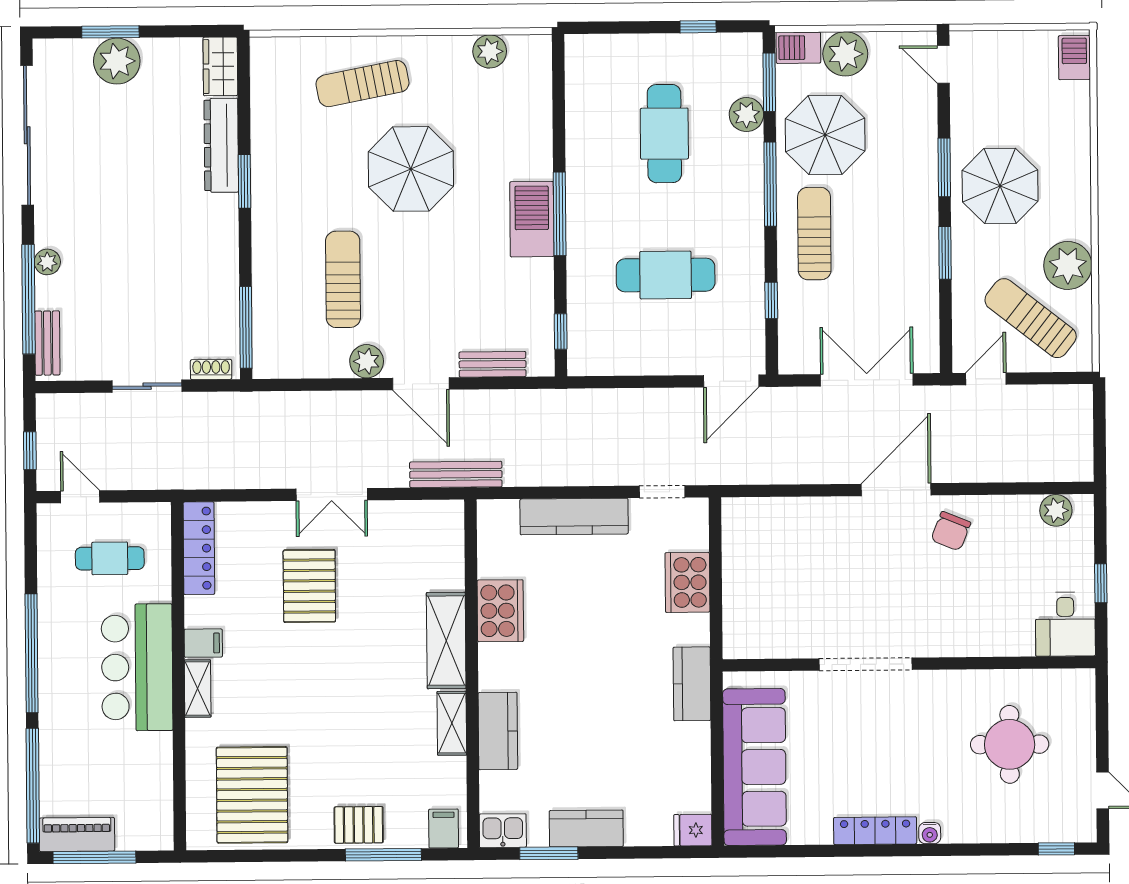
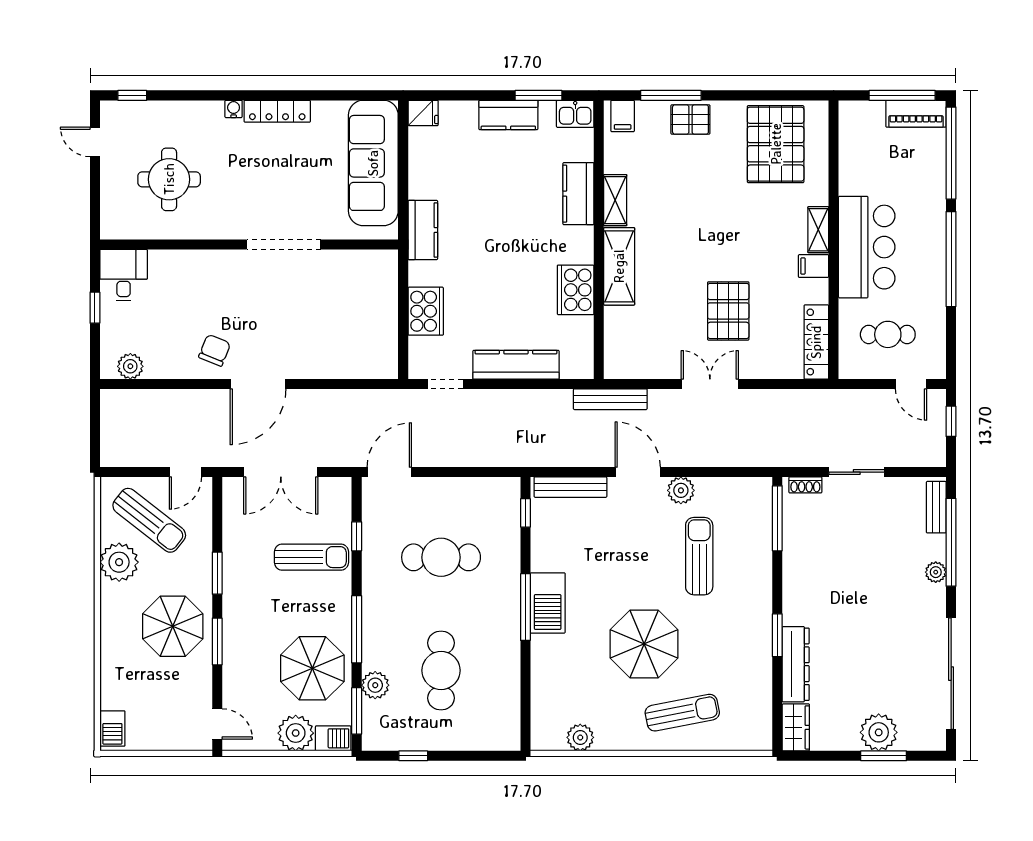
sun lounger: (814, 234) -> (311, 557), moved, turned -90
sun lounger: (343, 279) -> (699, 556), turned 180
bench: (493, 364) -> (570, 487), width x1.36

